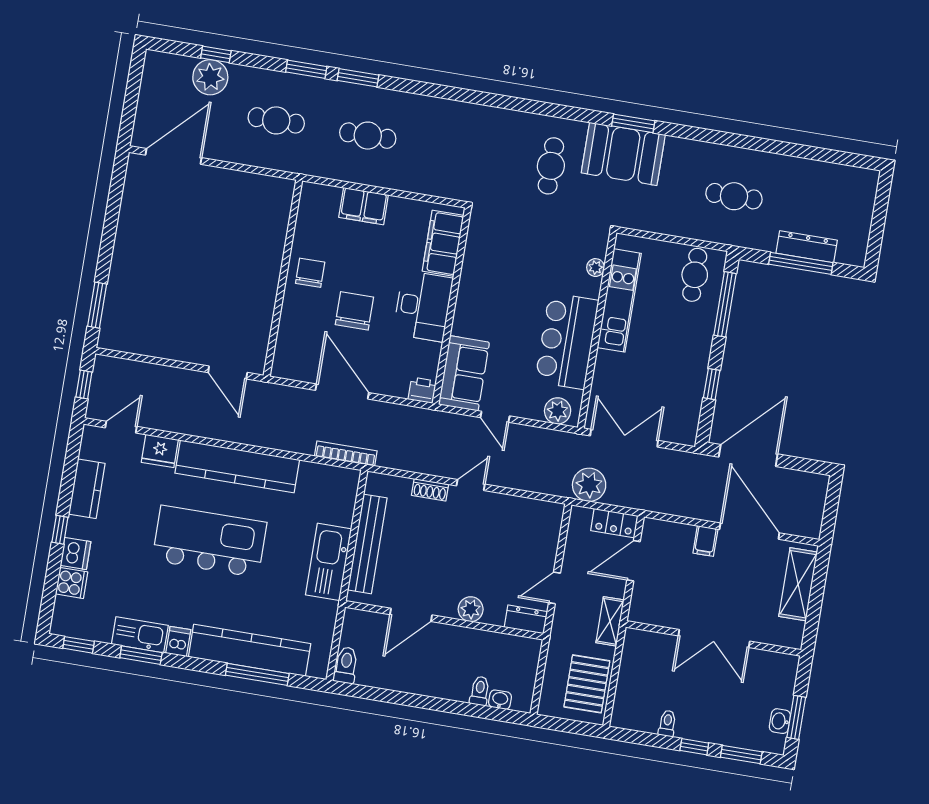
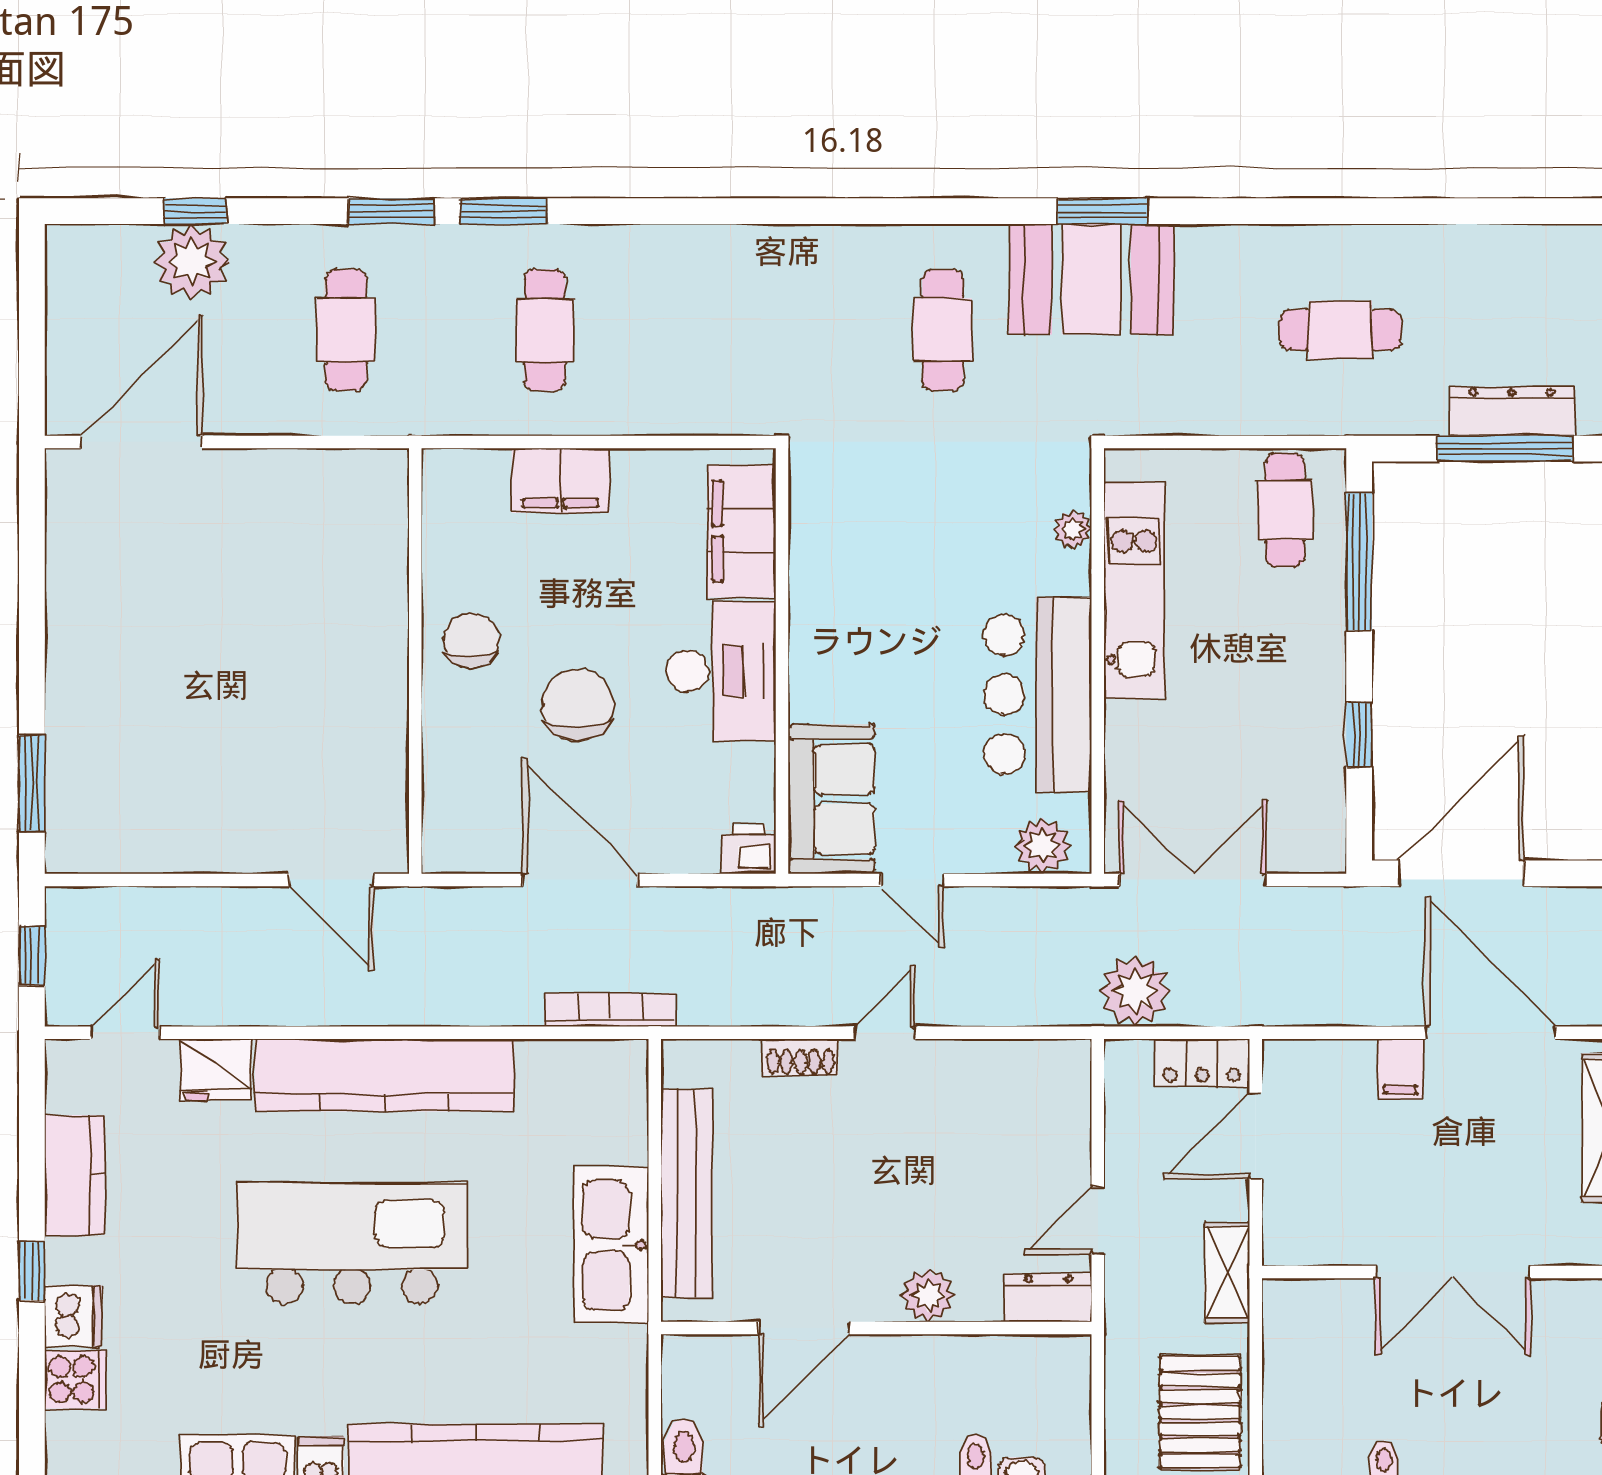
cafe table: (276, 120) -> (346, 330), turned 90
cafe table: (368, 136) -> (545, 330), turned 90

